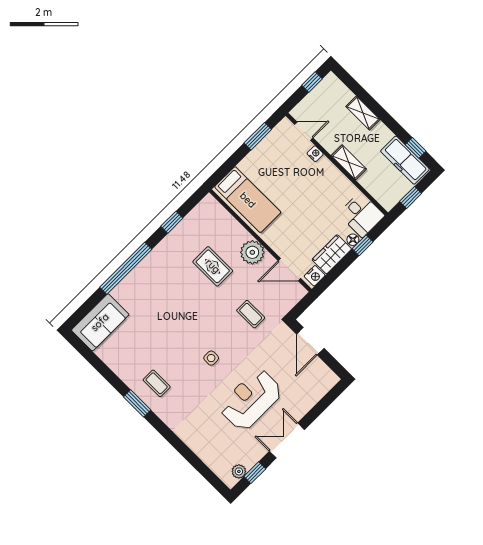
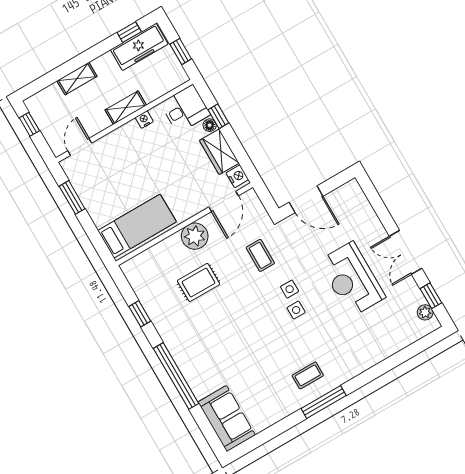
nightstand: (315, 154) -> (144, 120), moved
coffee table: (251, 314) -> (260, 255), turned 90
side table: (228, 348) -> (290, 289), added
window: (137, 403) -> (324, 402), width x1.44

